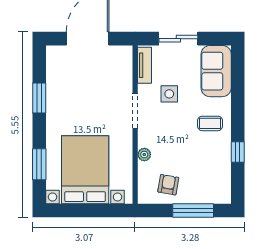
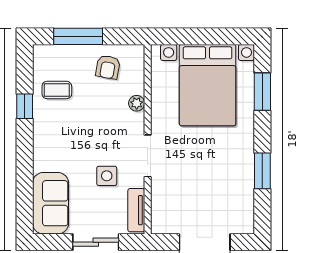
coffee table: (210, 123) -> (57, 90), moved

